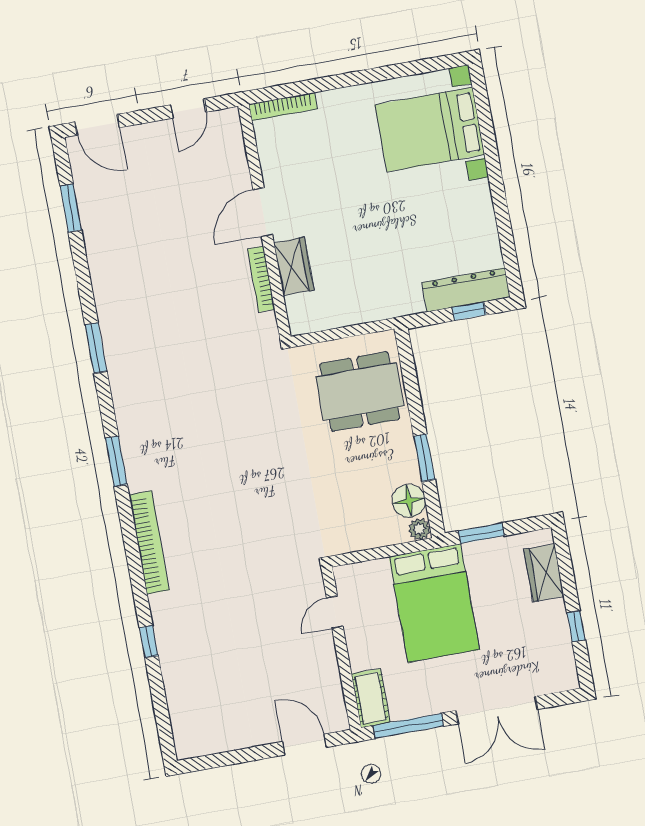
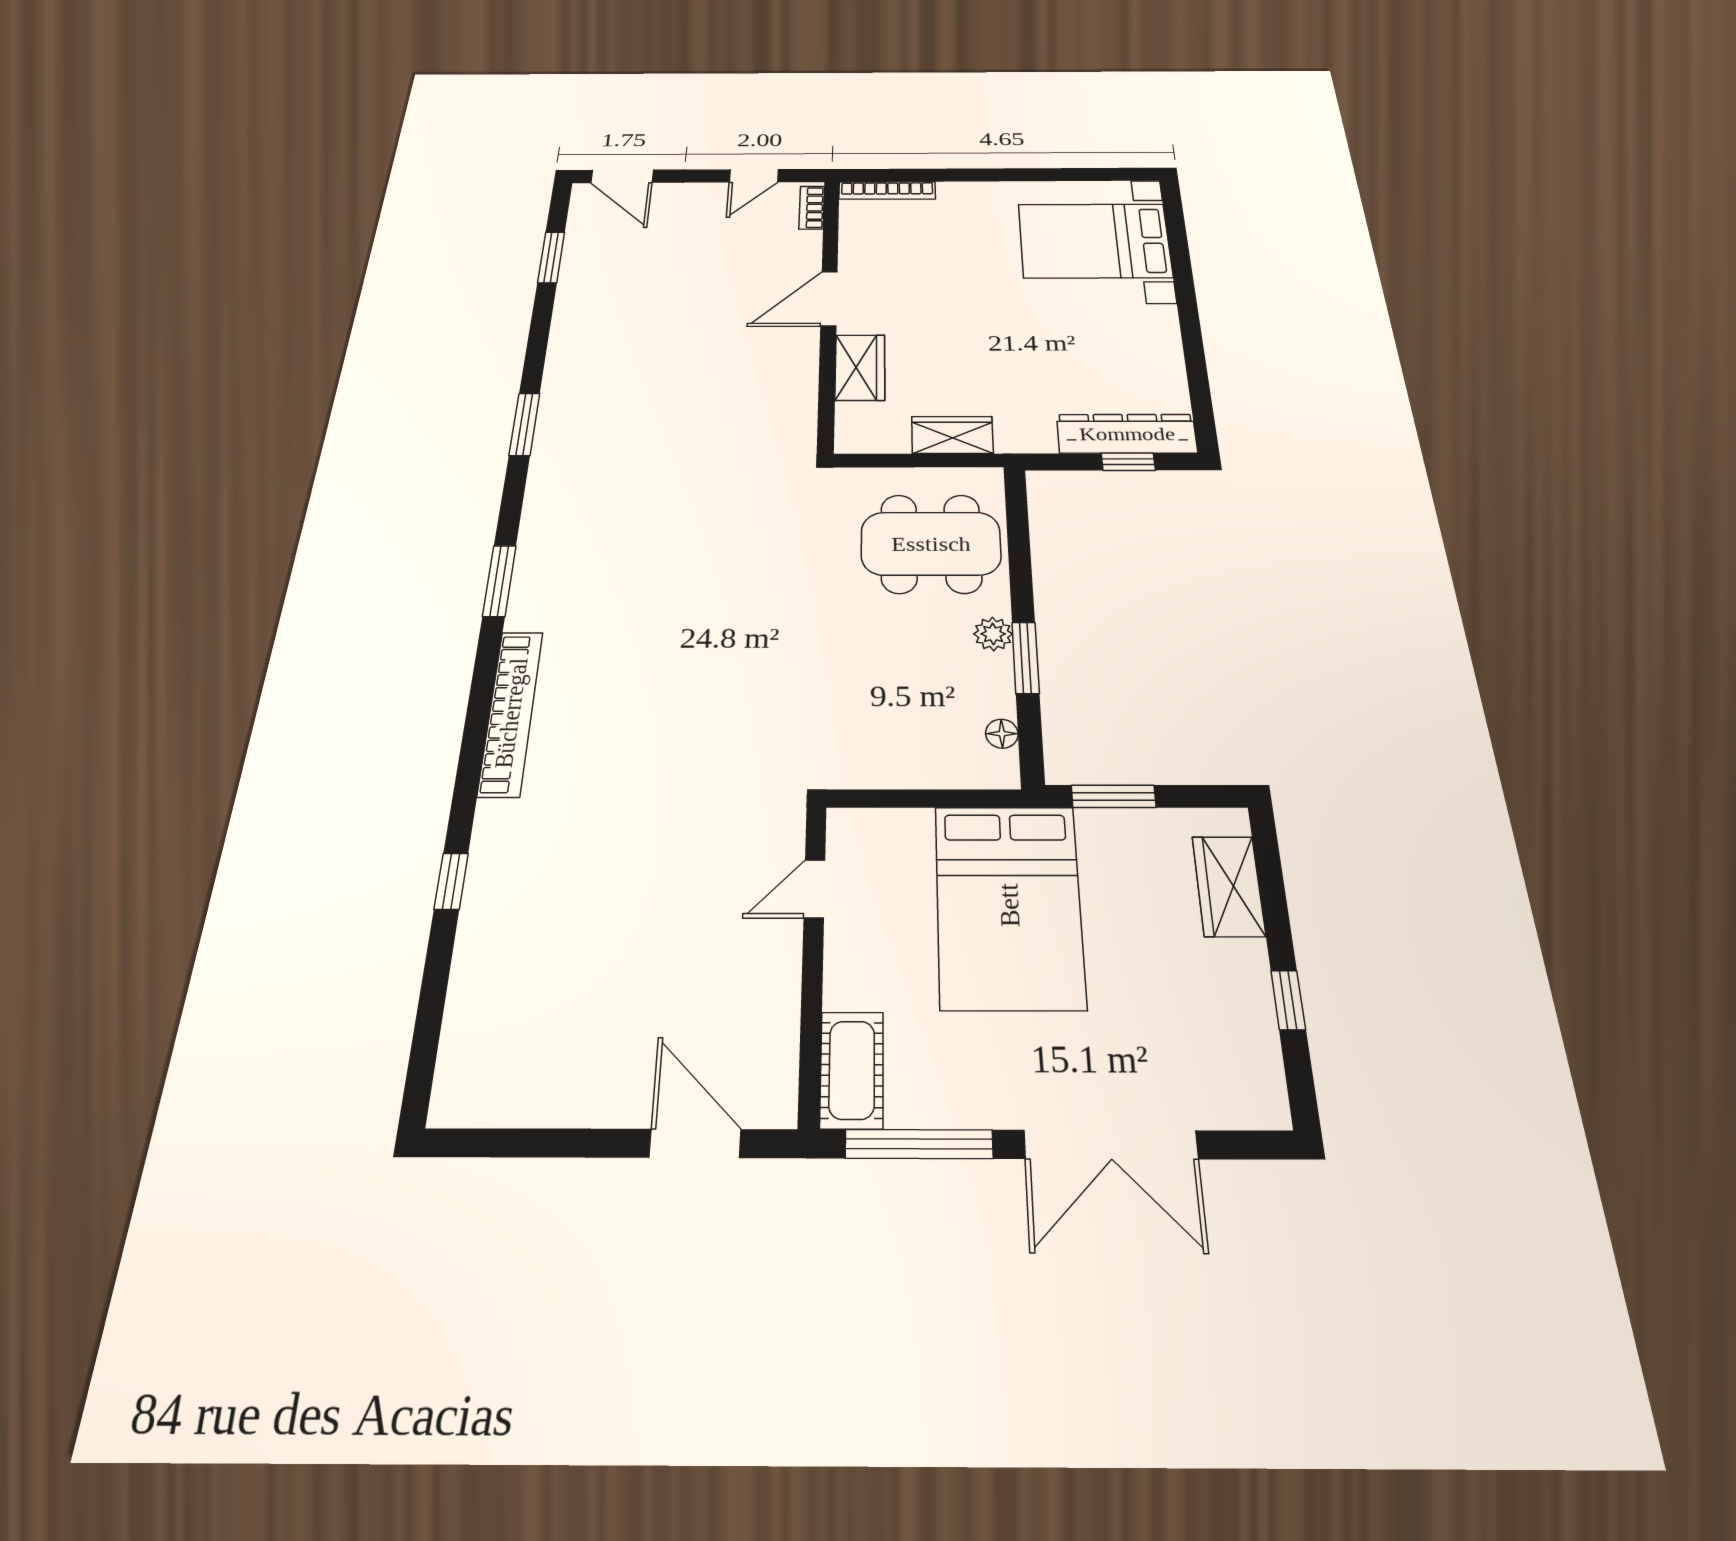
bookcase: (261, 279) -> (812, 208), moved, width x0.64
wardrobe: (360, 310) -> (952, 435), added
floor lamp: (409, 501) -> (1002, 734), width x0.53, depth x0.53
plant: (419, 529) -> (993, 634), moved

